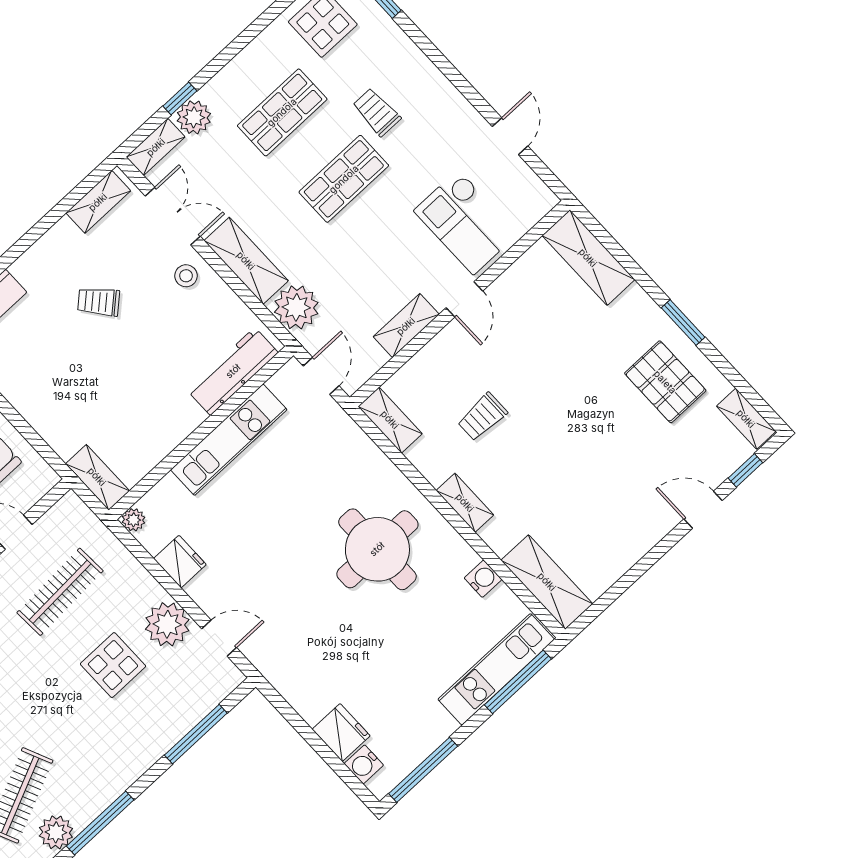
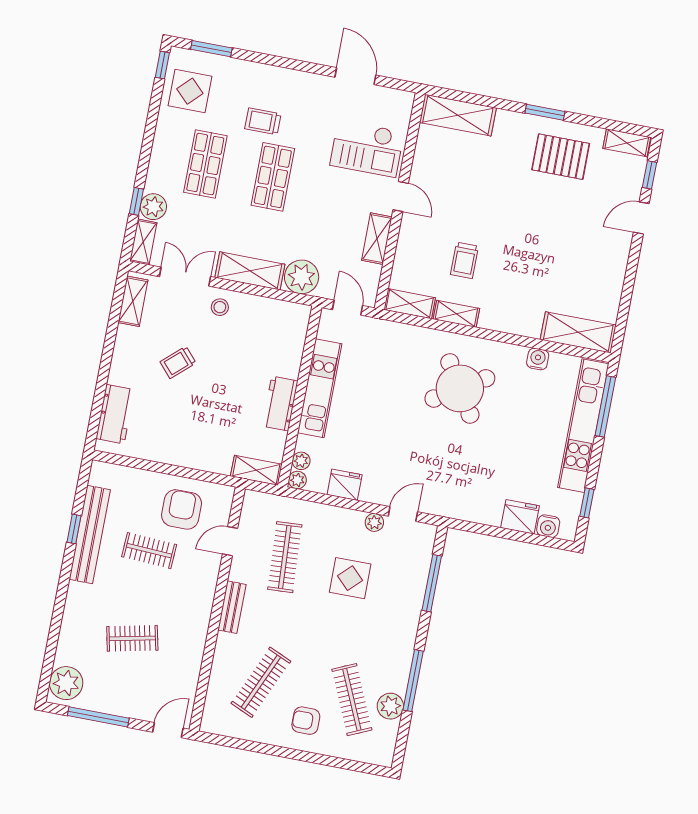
door: (510, 136) -> (355, 76), width x1.38
workbench: (233, 371) -> (280, 404), moved, width x0.73
plant: (152, 502) -> (301, 461), added
shelving: (465, 503) -> (456, 314), moved
round table: (377, 549) -> (460, 388), turned -32
plant: (167, 624) -> (374, 522), width x0.53, depth x0.53
kitchen unit: (496, 669) -> (583, 426), width x1.36
window: (423, 770) -> (587, 503), width x0.46

